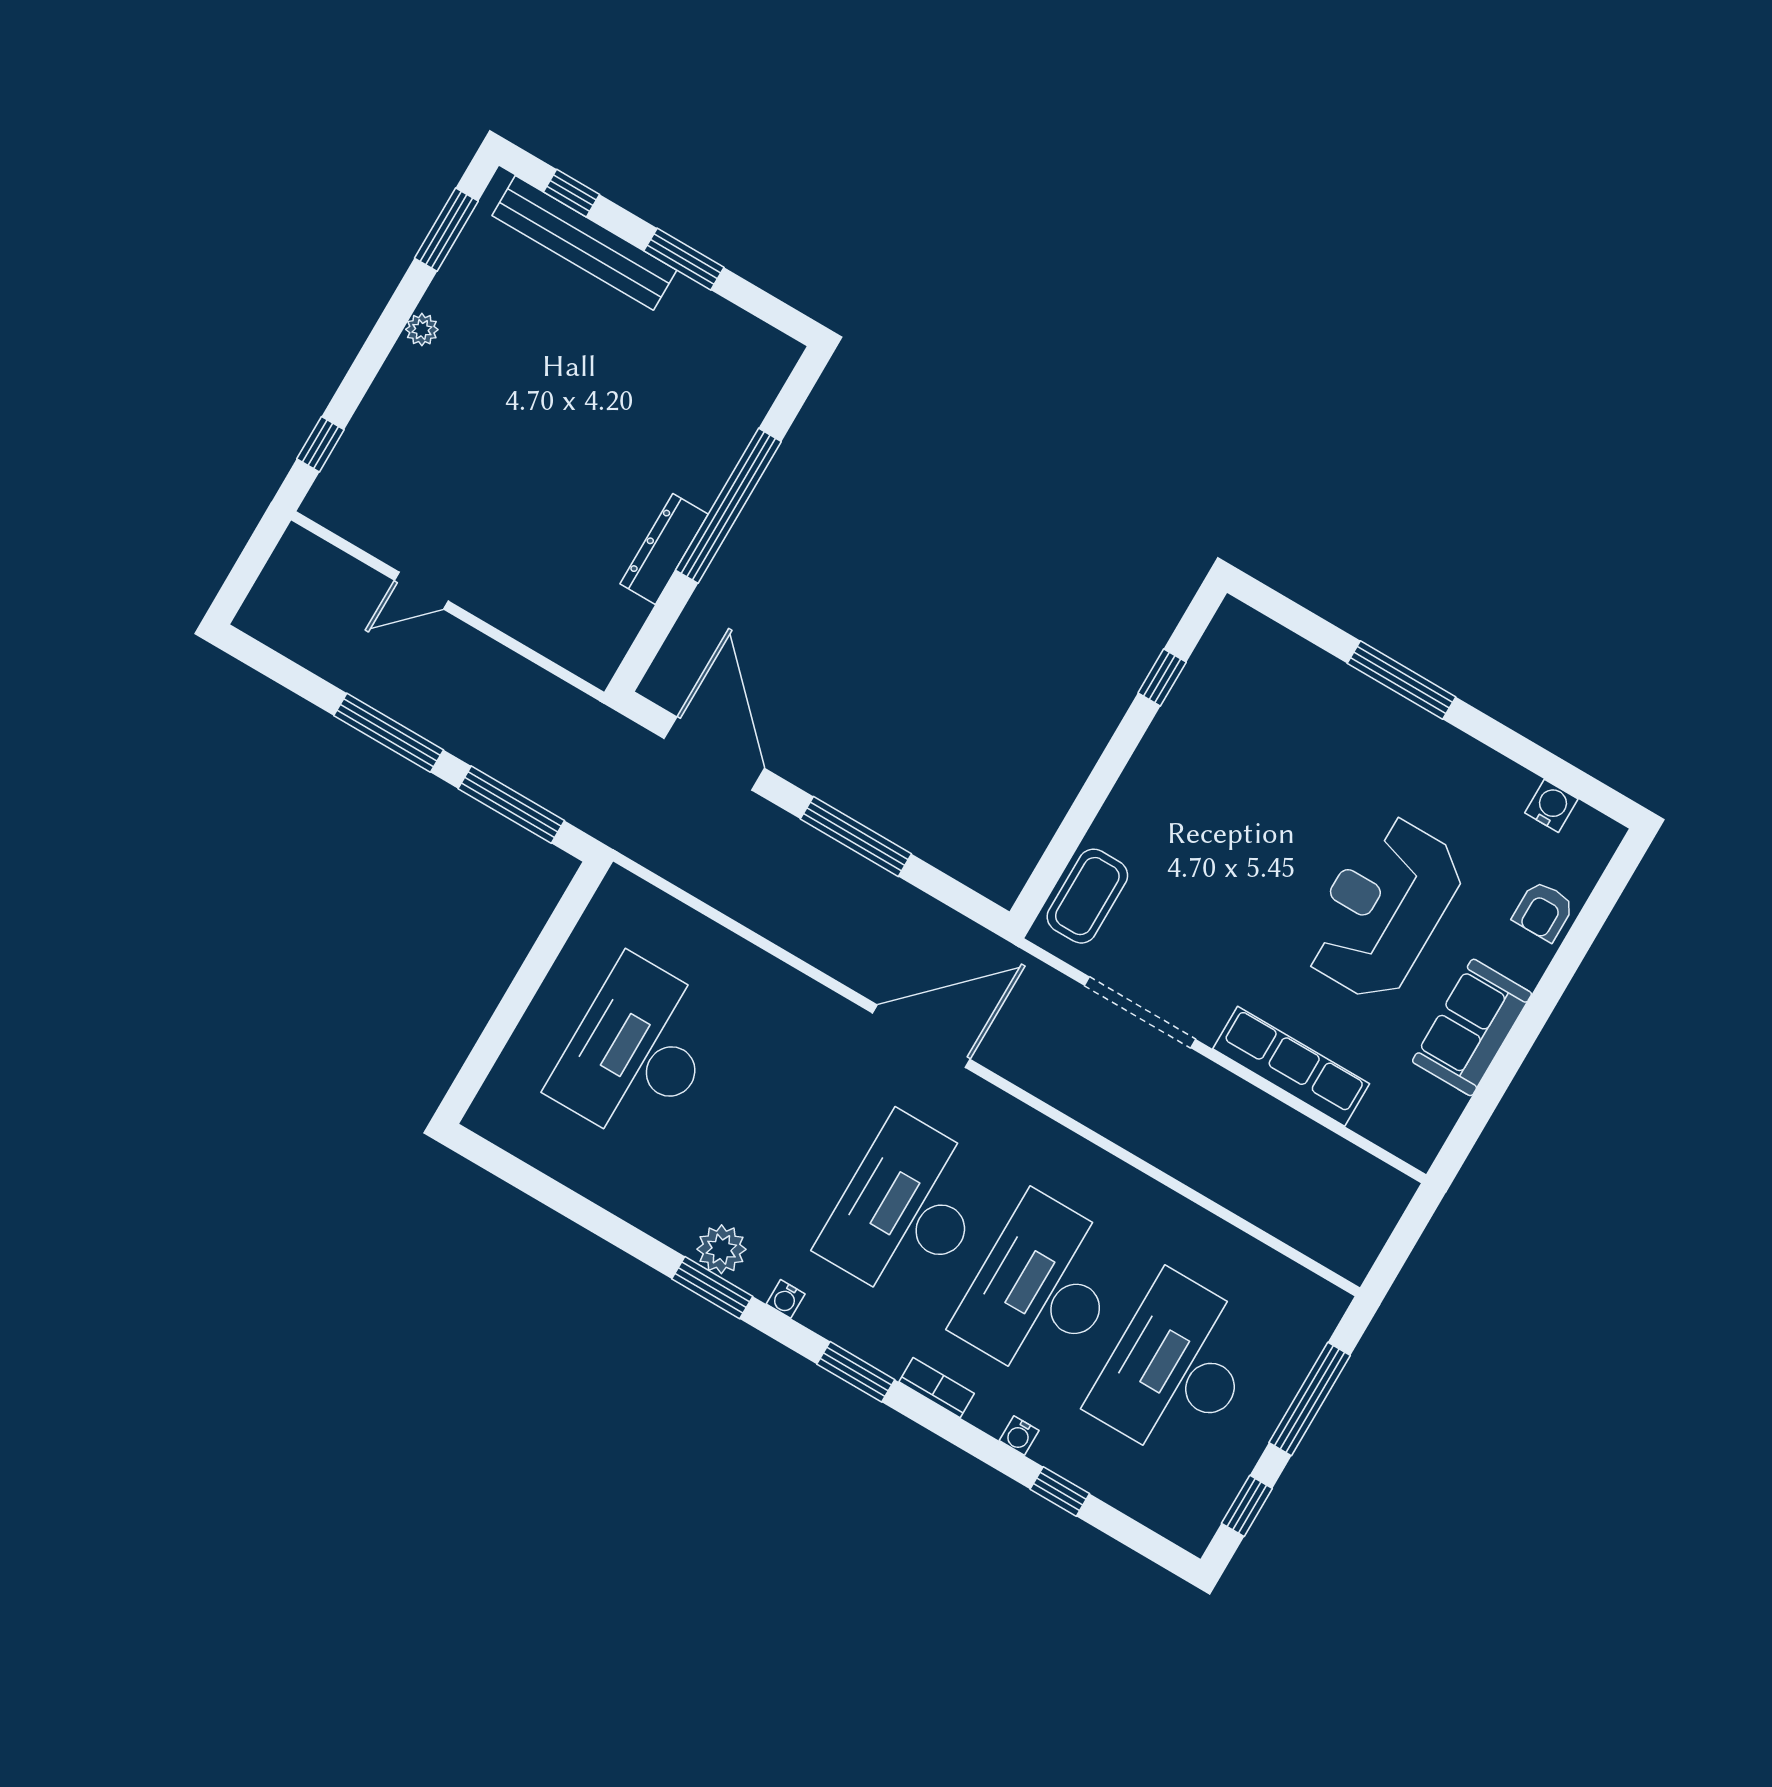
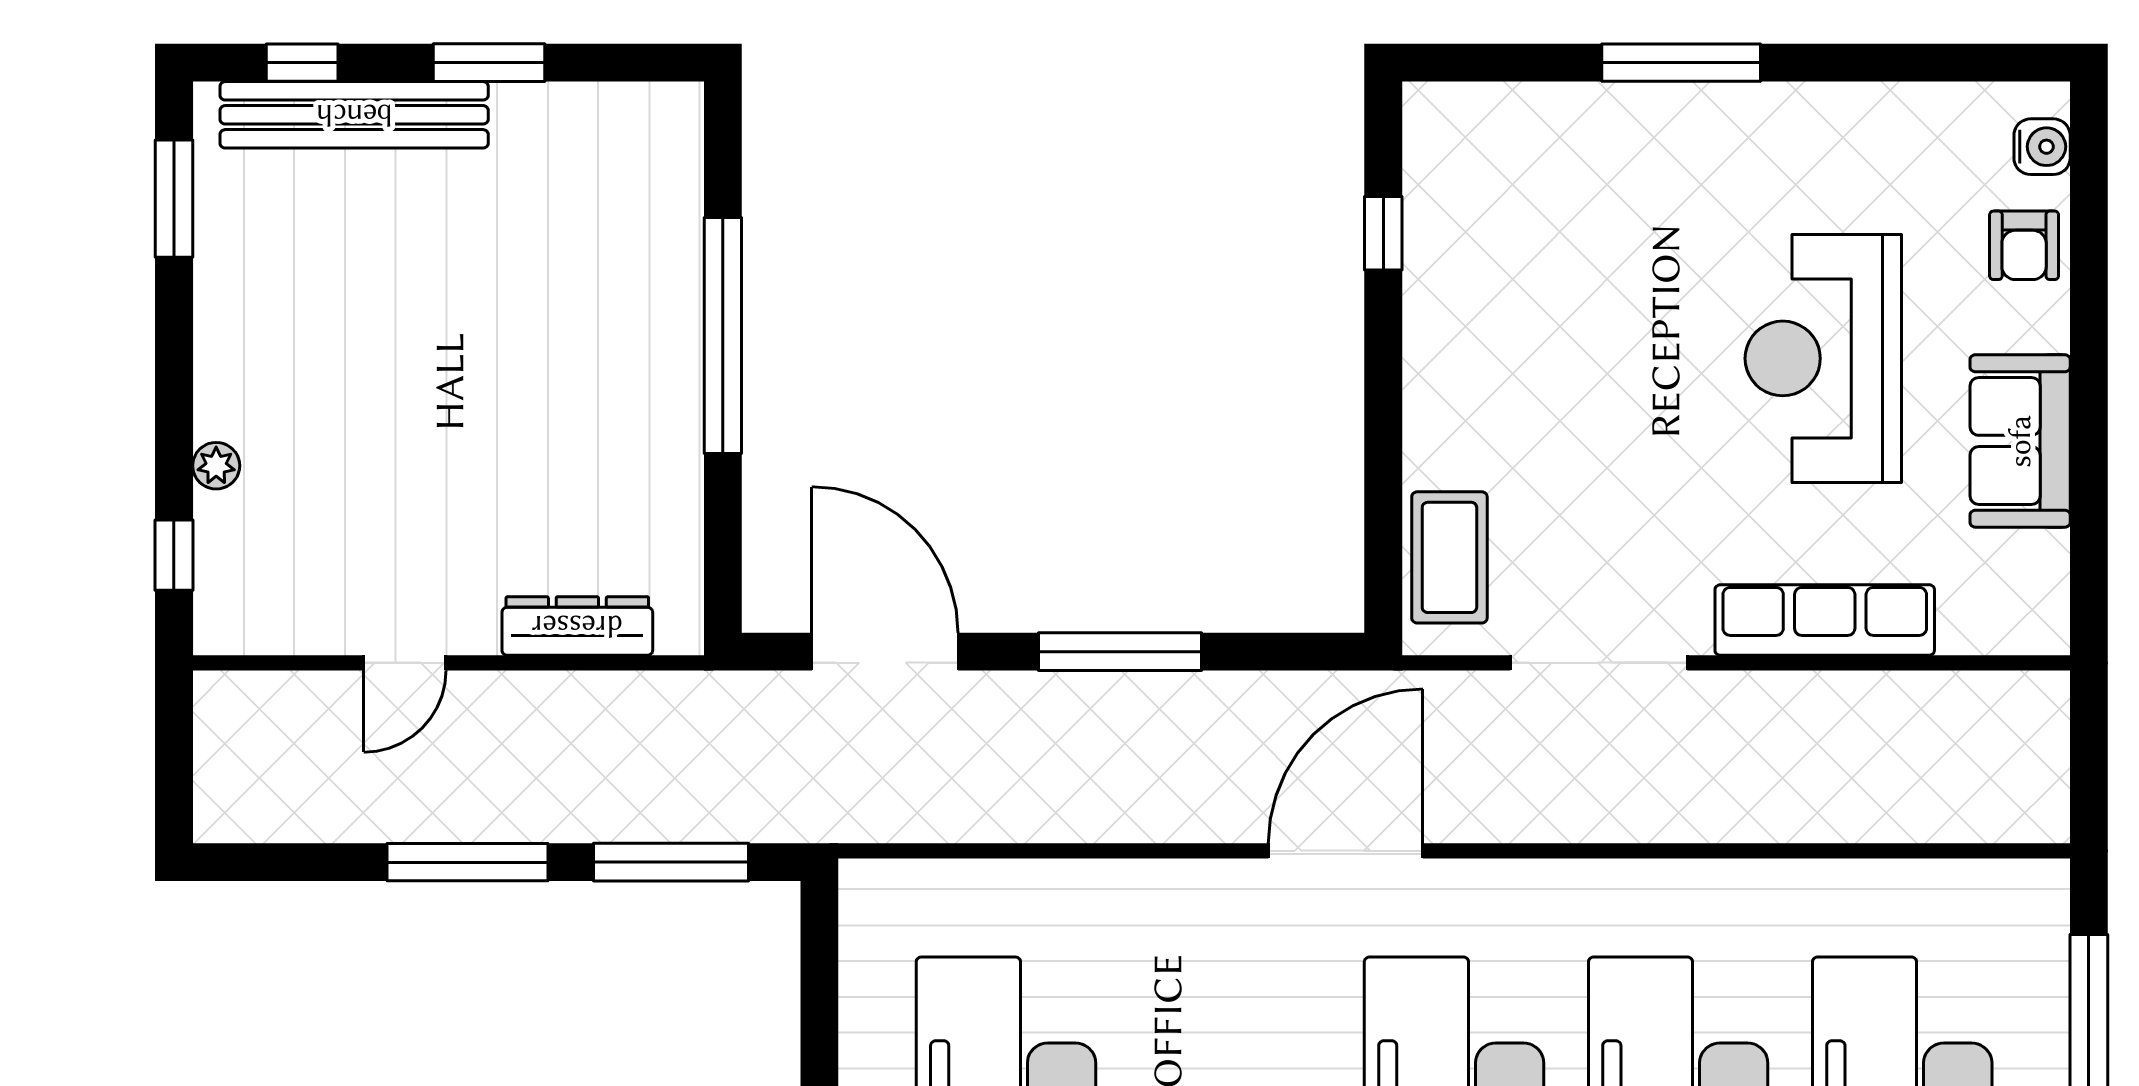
plant: (422, 330) -> (216, 466), moved
dresser: (664, 549) -> (577, 626), moved, turned 90
water cooler: (1551, 806) -> (2042, 147), moved, turned 90

